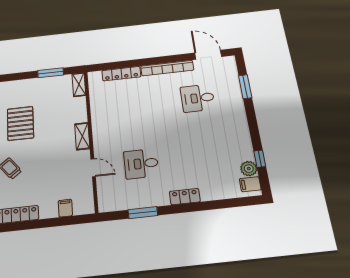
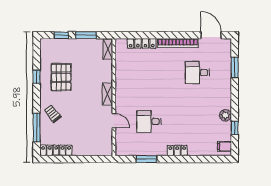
window: (19, 76) -> (61, 35), added
plant: (249, 169) -> (225, 115), moved
filing cabinet: (65, 208) -> (92, 149), removed

